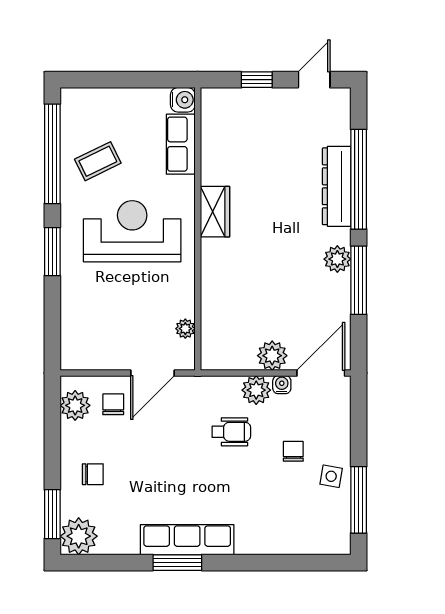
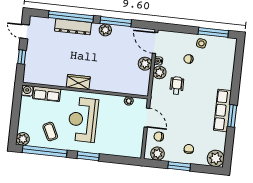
plant: (75, 102) -> (23, 139), added
window: (52, 514) -> (179, 166), moved

